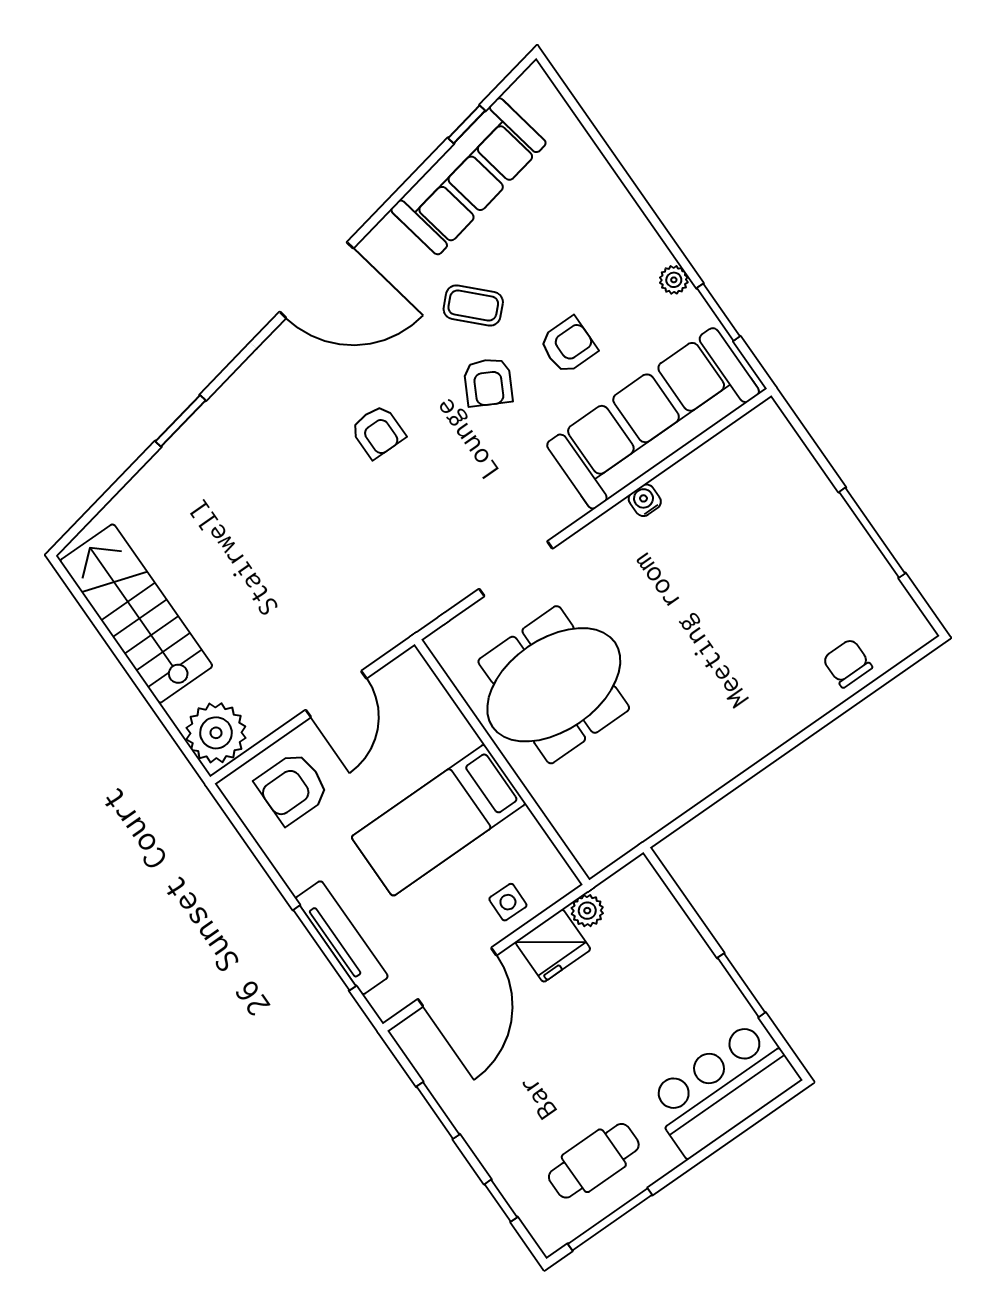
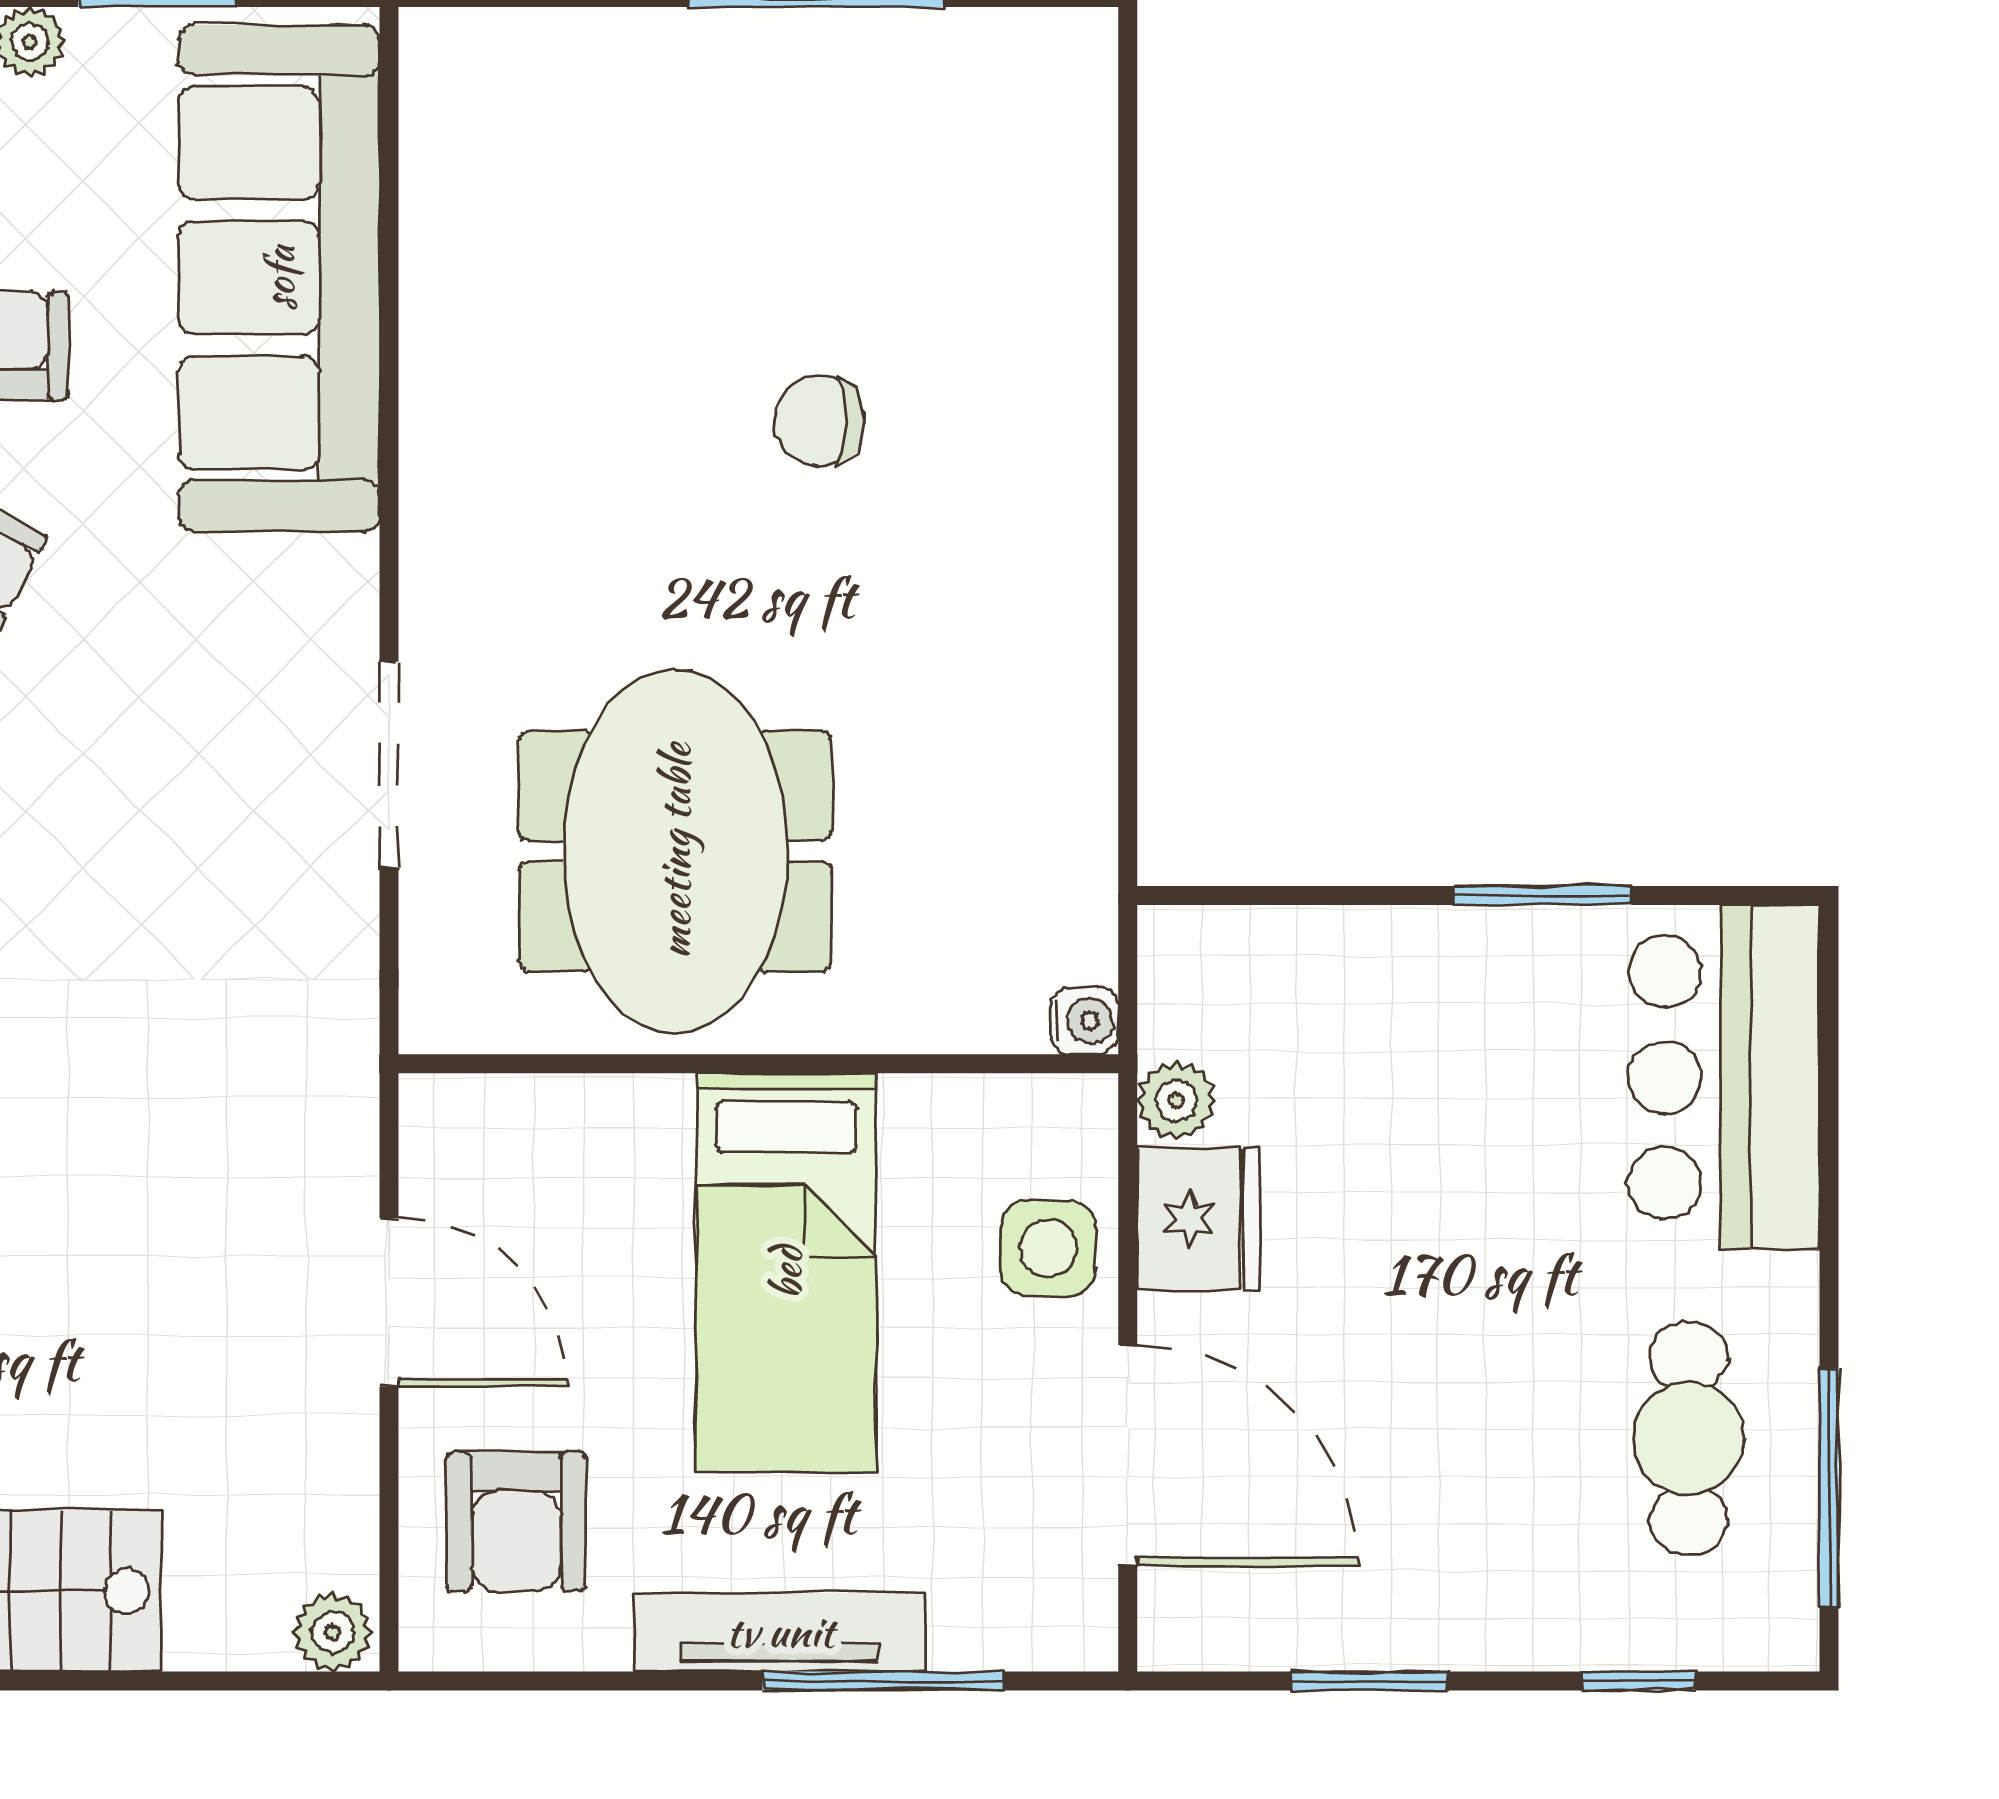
water cooler: (645, 500) -> (1085, 1021), moved, turned 180
chair: (847, 663) -> (819, 421), moved
plant: (216, 733) -> (333, 1632), width x0.53, depth x0.53
side table: (508, 902) -> (1048, 1248), width x1.37, depth x1.37
tv unit: (342, 938) -> (780, 1632), moved

